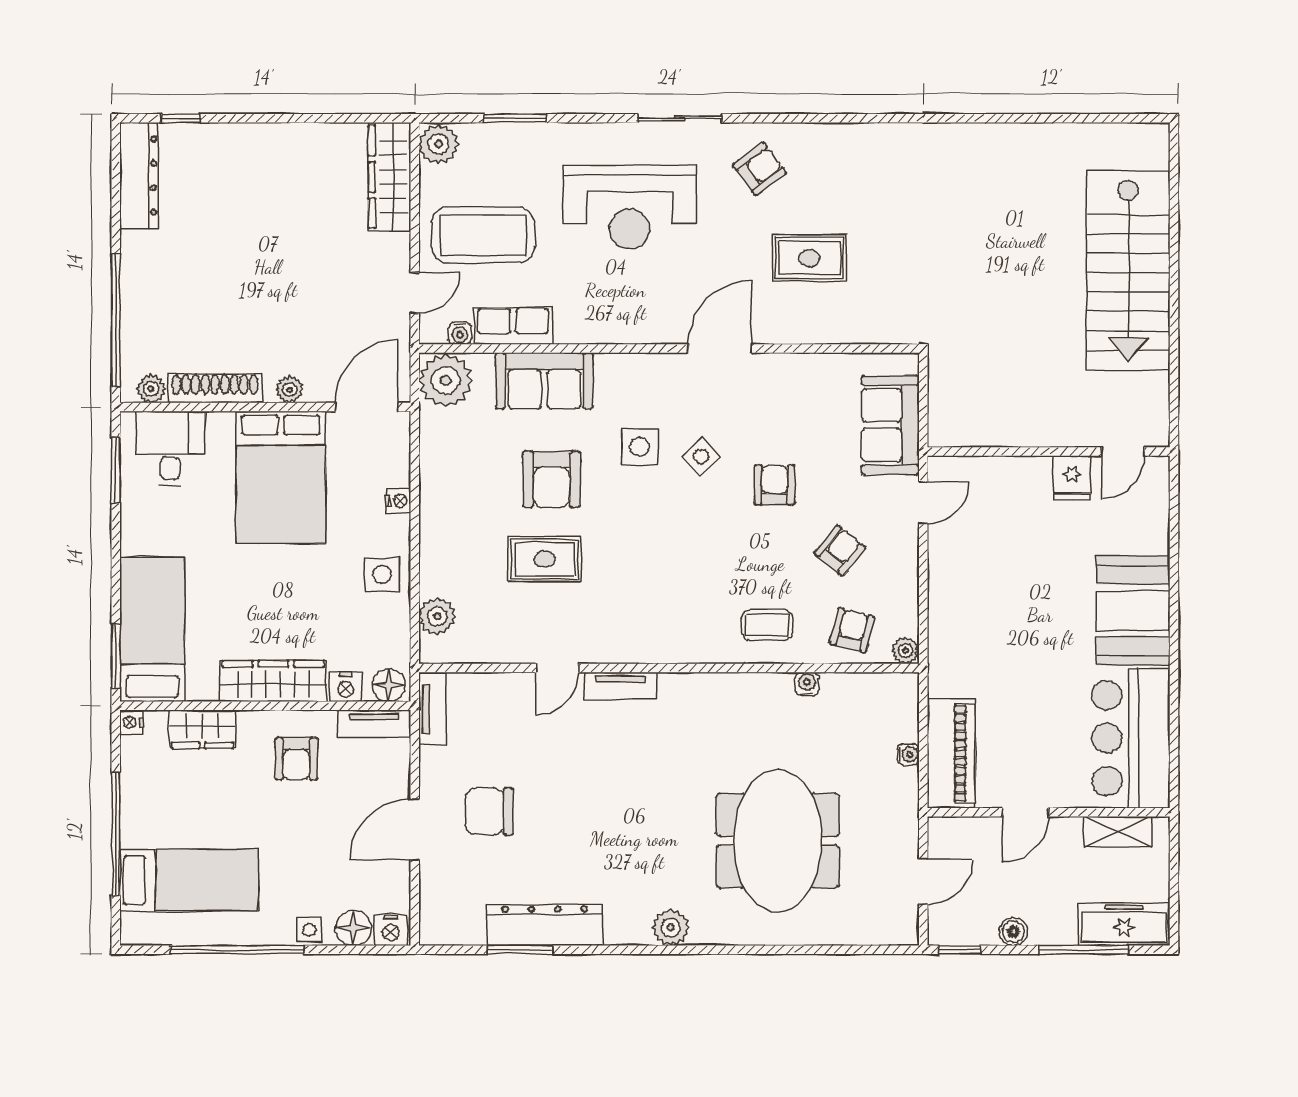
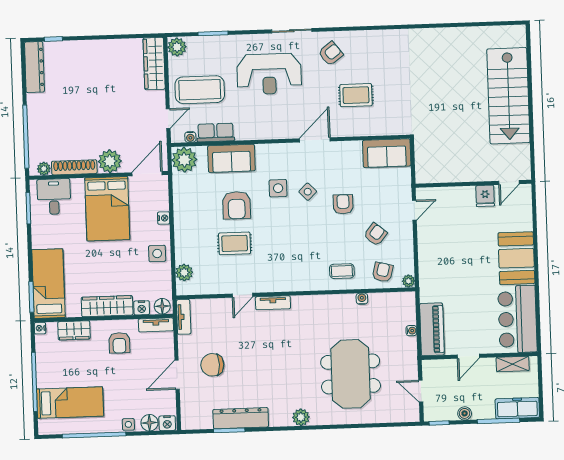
plant: (290, 390) -> (110, 161), width x1.87, depth x1.87
sofa: (890, 425) -> (387, 153), moved, turned -90
door: (923, 882) -> (421, 391), swing flipped

